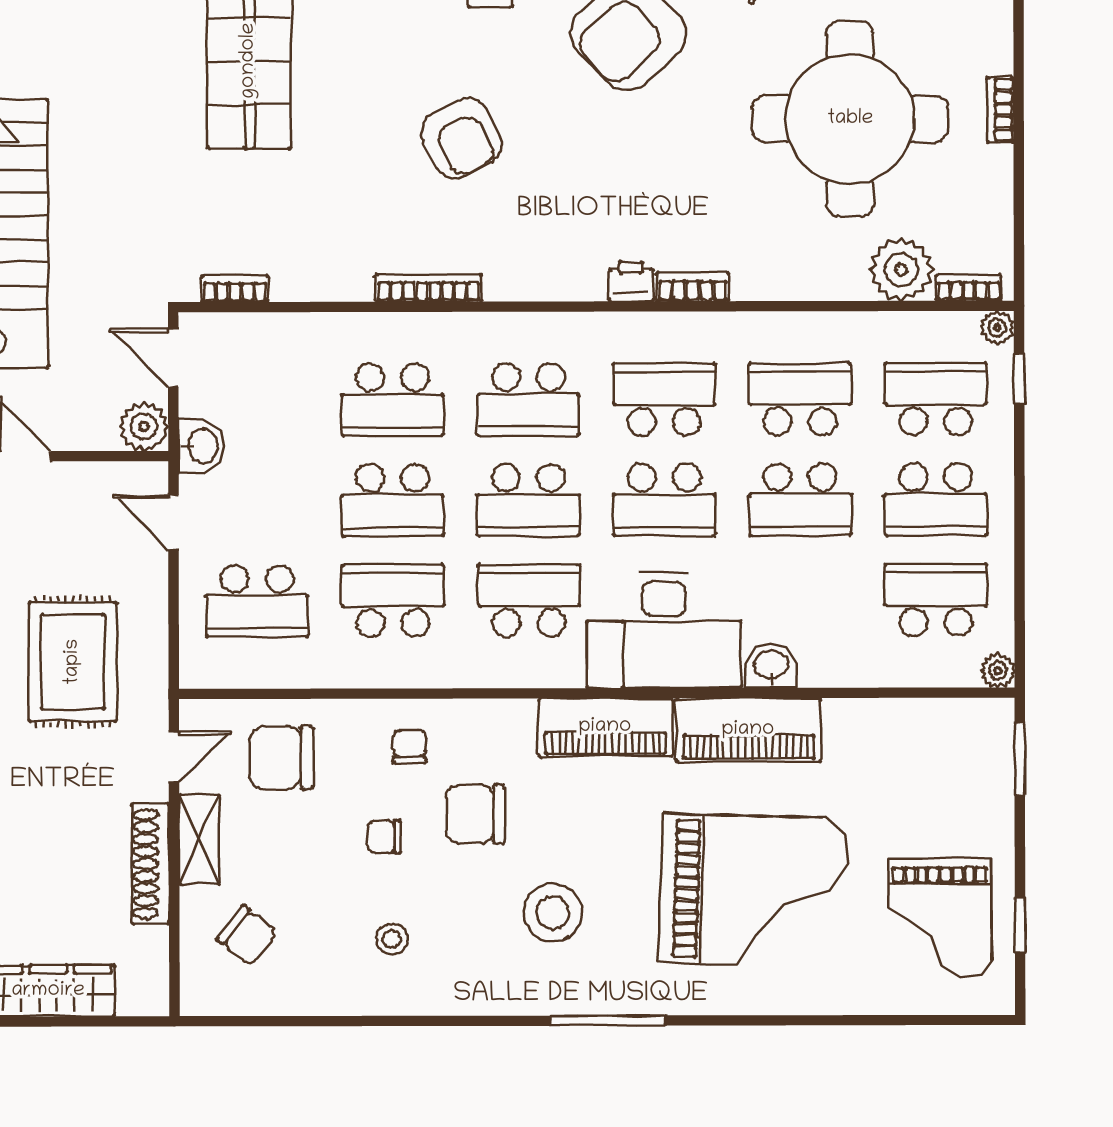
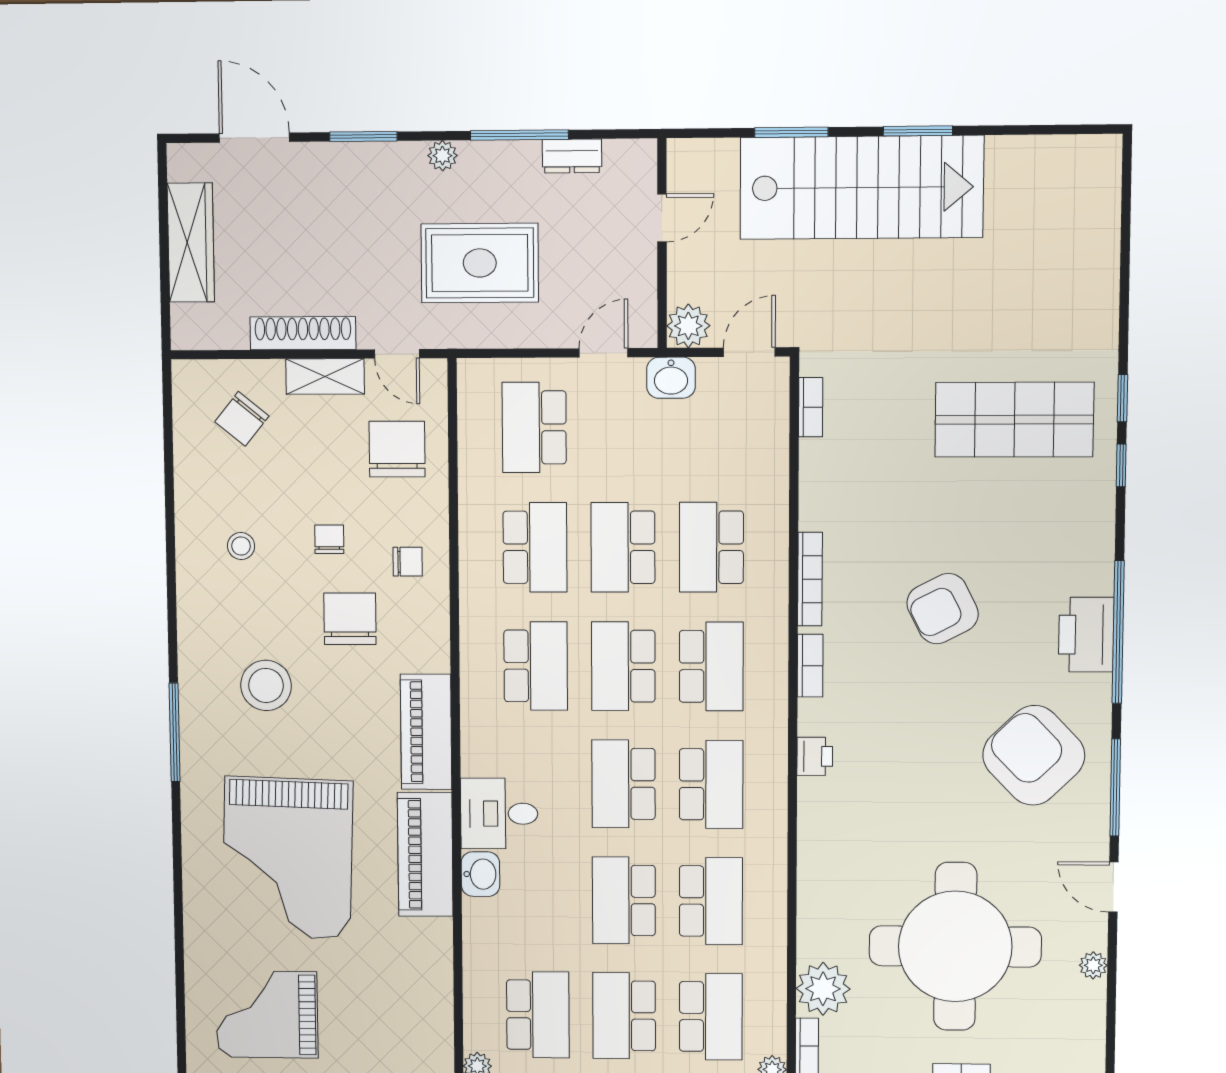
bookcase: (692, 287) -> (810, 666), moved
school desk: (528, 400) -> (711, 666), turned 180
desk: (664, 630) -> (499, 814), width x0.53, depth x0.77

